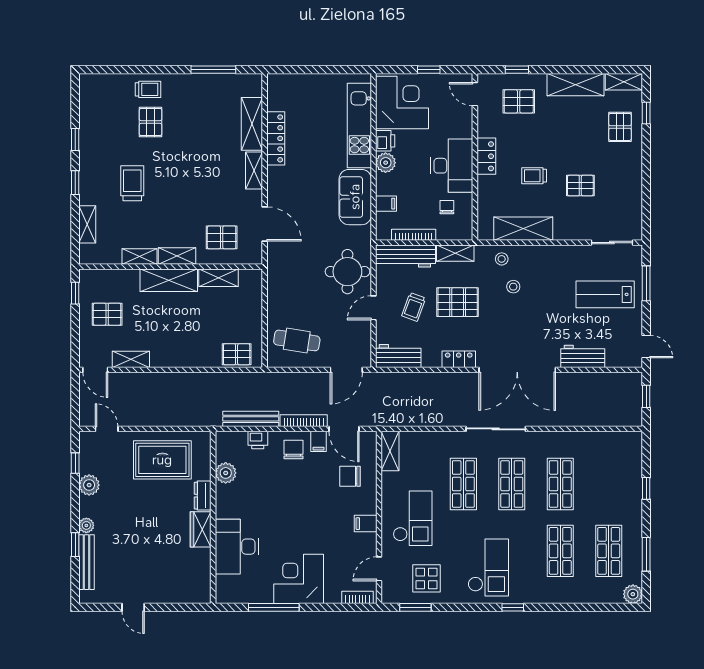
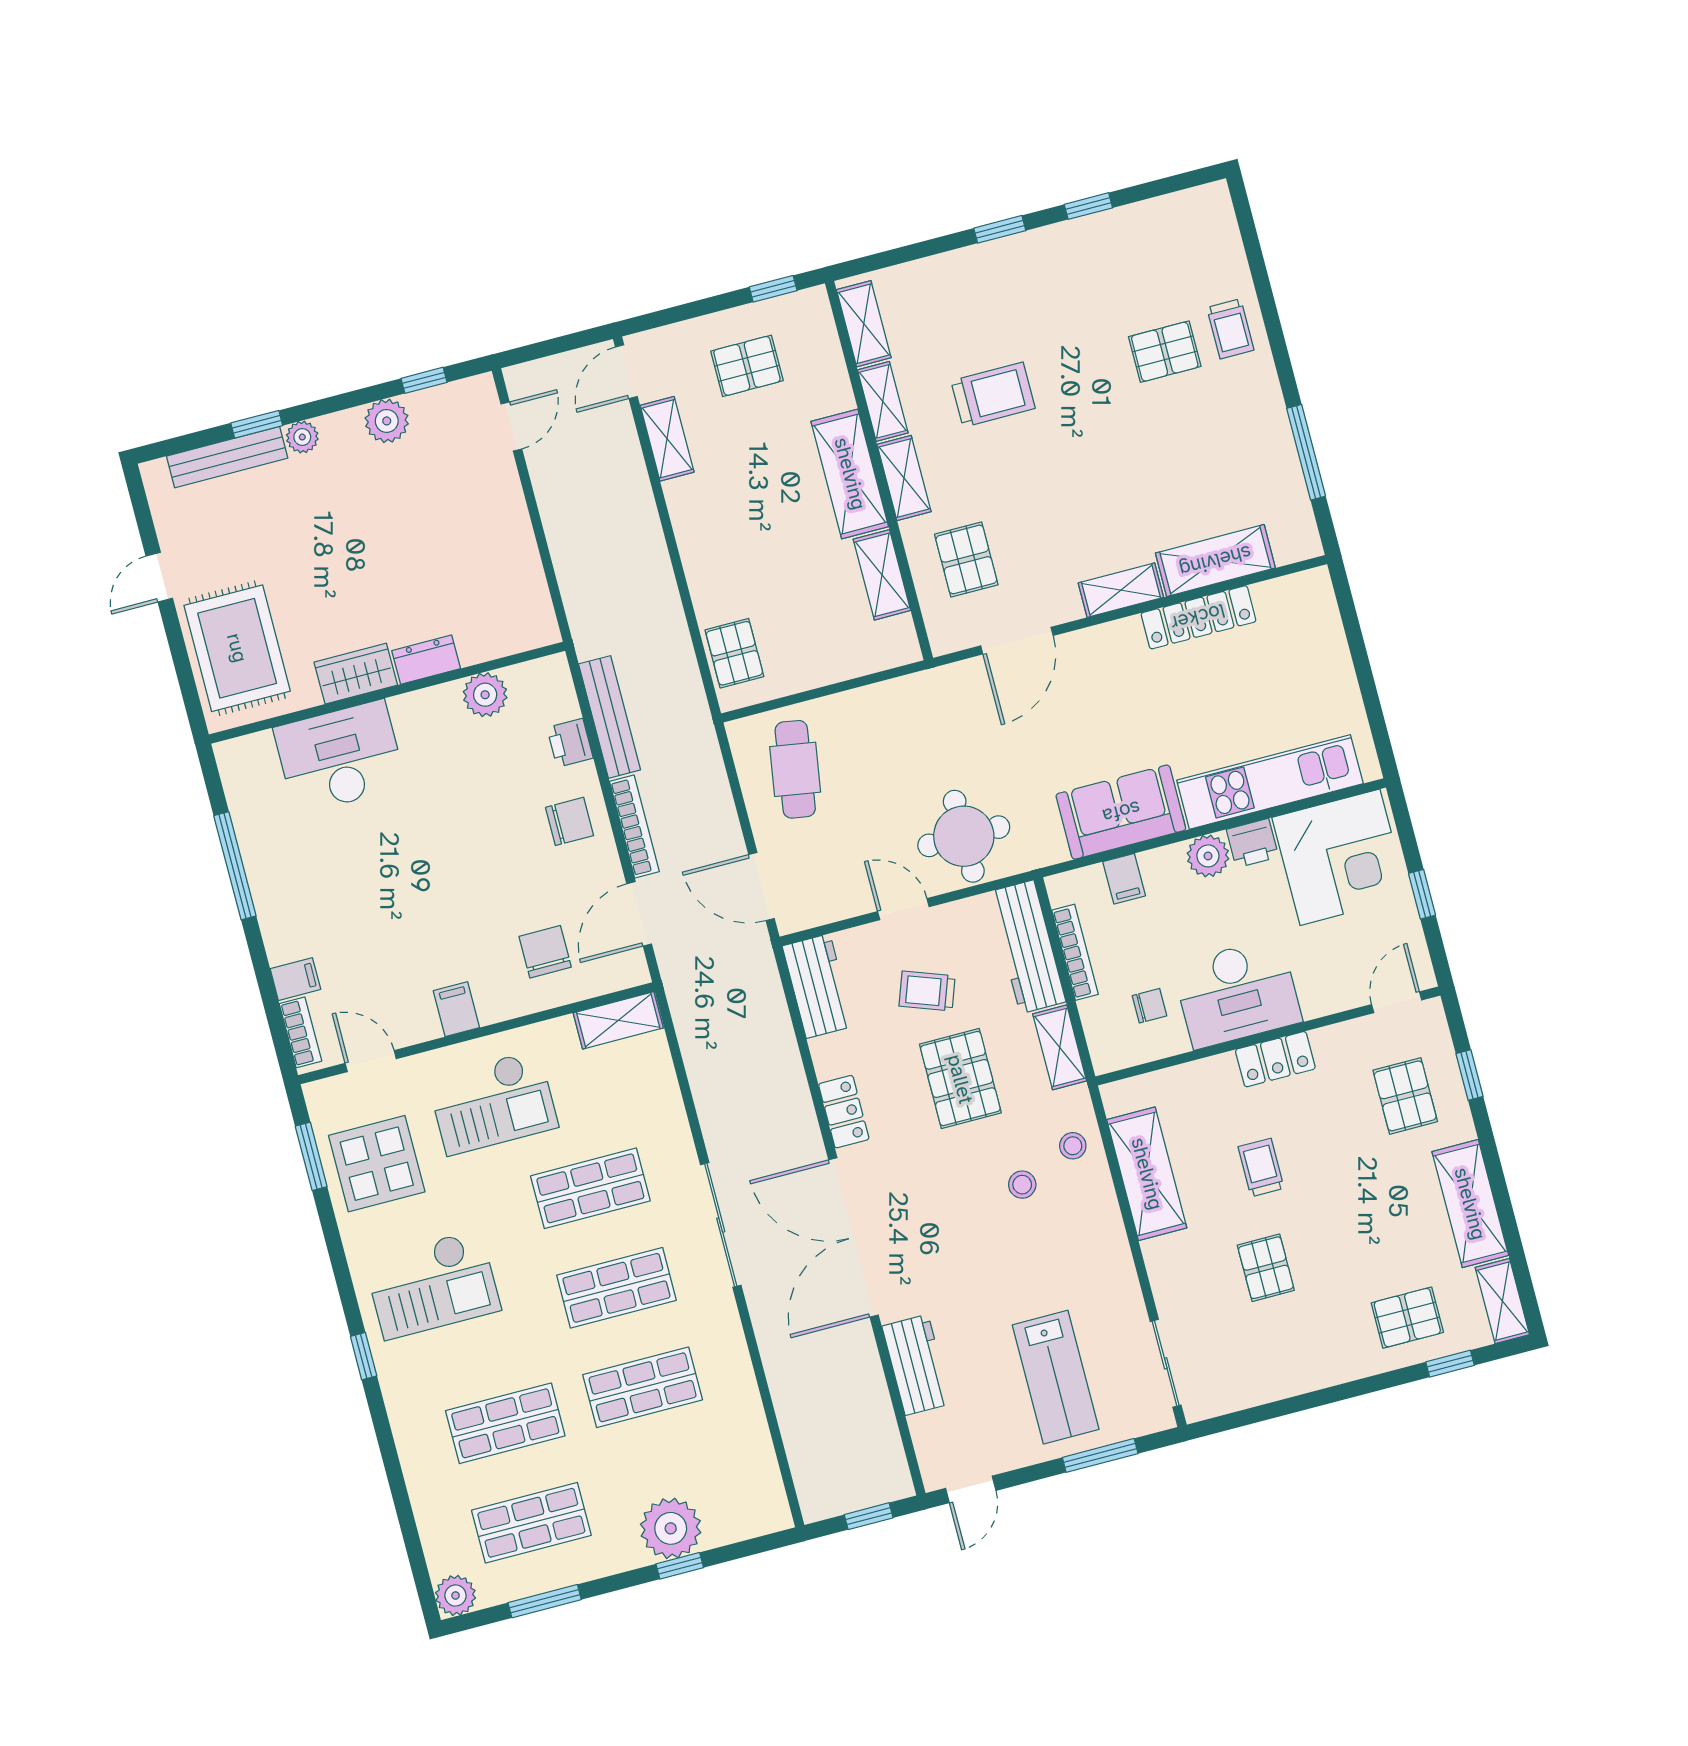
trolley: (132, 183) -> (993, 395), moved
shelving: (87, 224) -> (864, 324), moved, turned 90
lab bench: (605, 294) -> (1056, 1377), turned 180
pallet: (107, 314) -> (747, 366), turned 90
filing cabinet: (319, 441) -> (295, 979), moved, turned 180
rug: (162, 460) -> (237, 648), moved
plant: (628, 488) -> (671, 1528), added
display table: (427, 578) -> (377, 1164), width x1.36, depth x1.36
corner desk: (299, 579) -> (307, 901), removed

